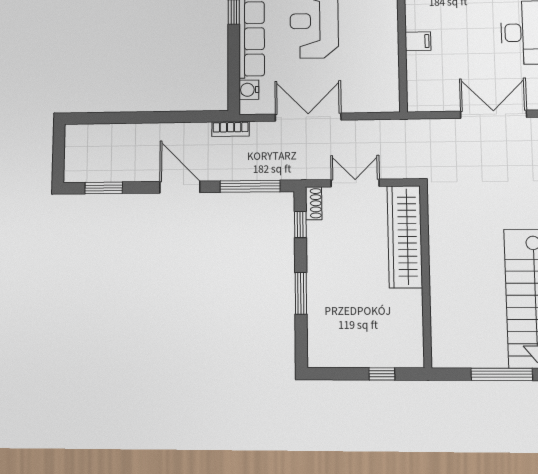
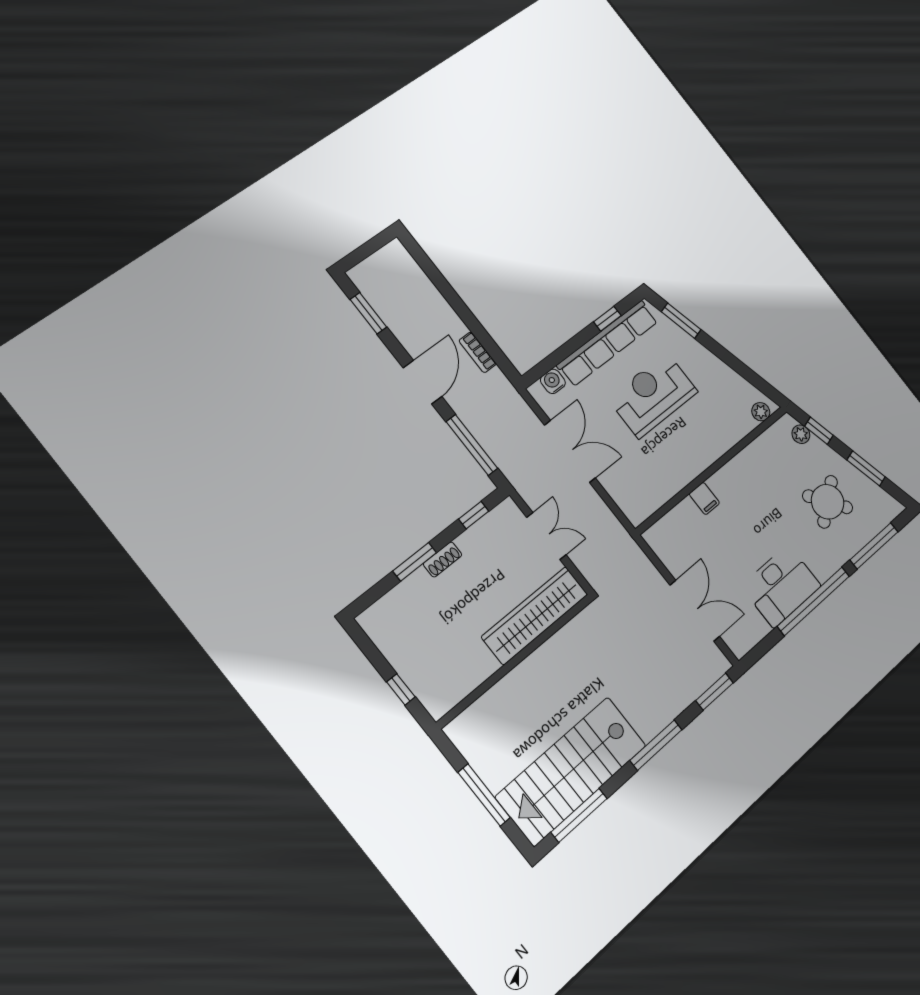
bookcase: (231, 129) -> (478, 352), moved
shoe rack: (314, 203) -> (443, 559), moved

